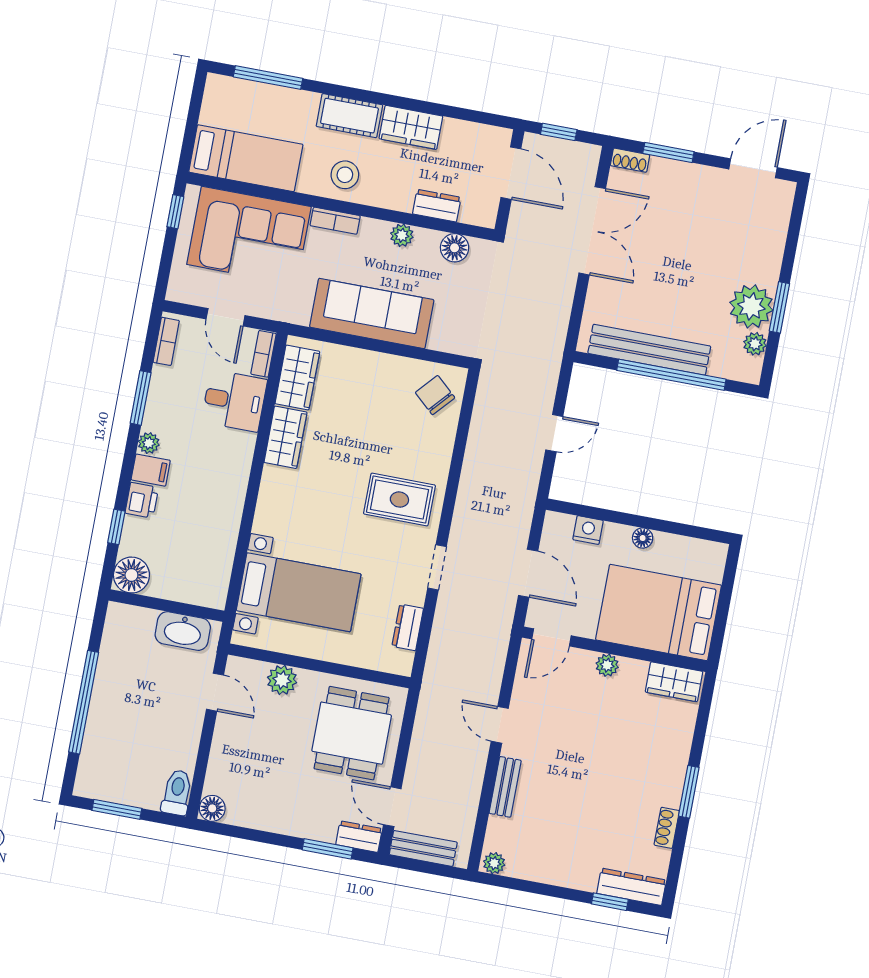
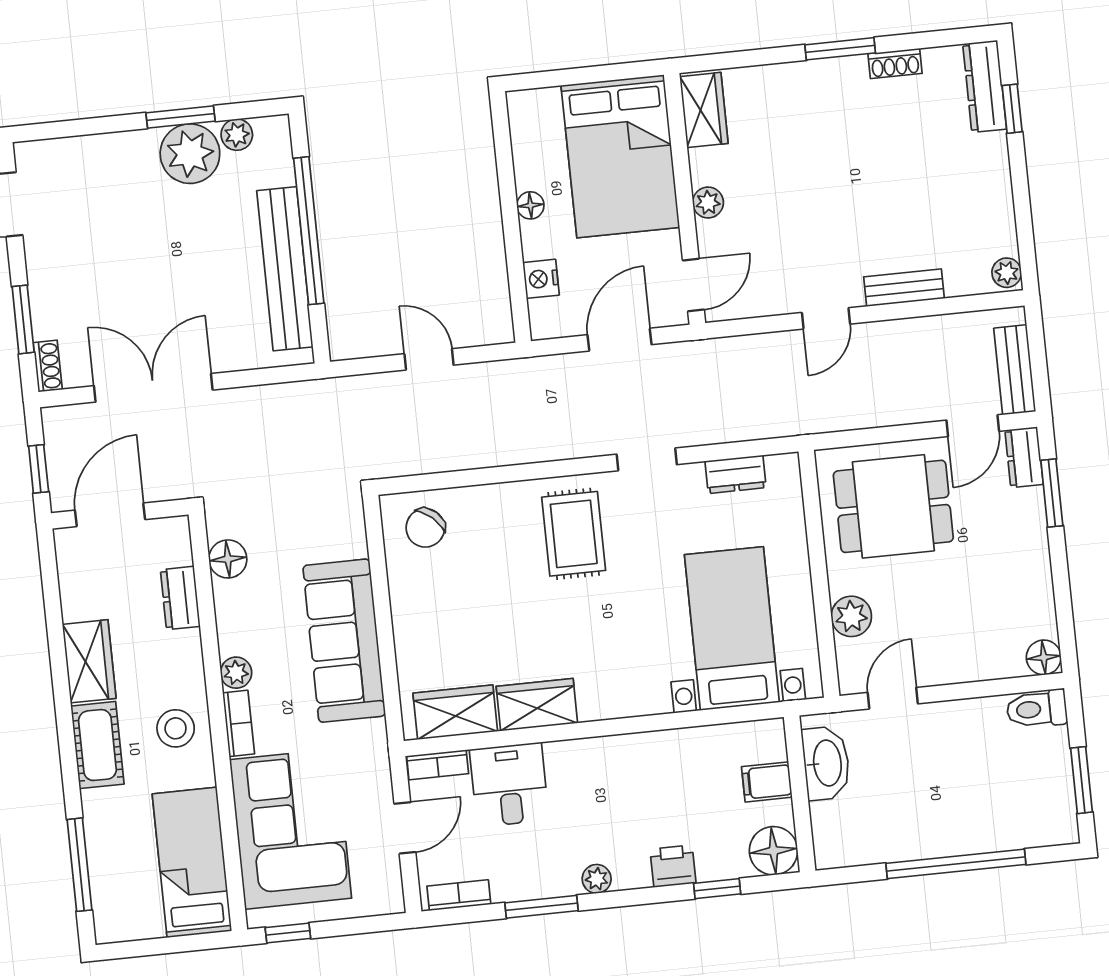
plant: (402, 235) -> (236, 673), moved
filing cabinet: (151, 470) -> (767, 782), moved, turned -90
door: (551, 637) -> (693, 285), hinge flipped

